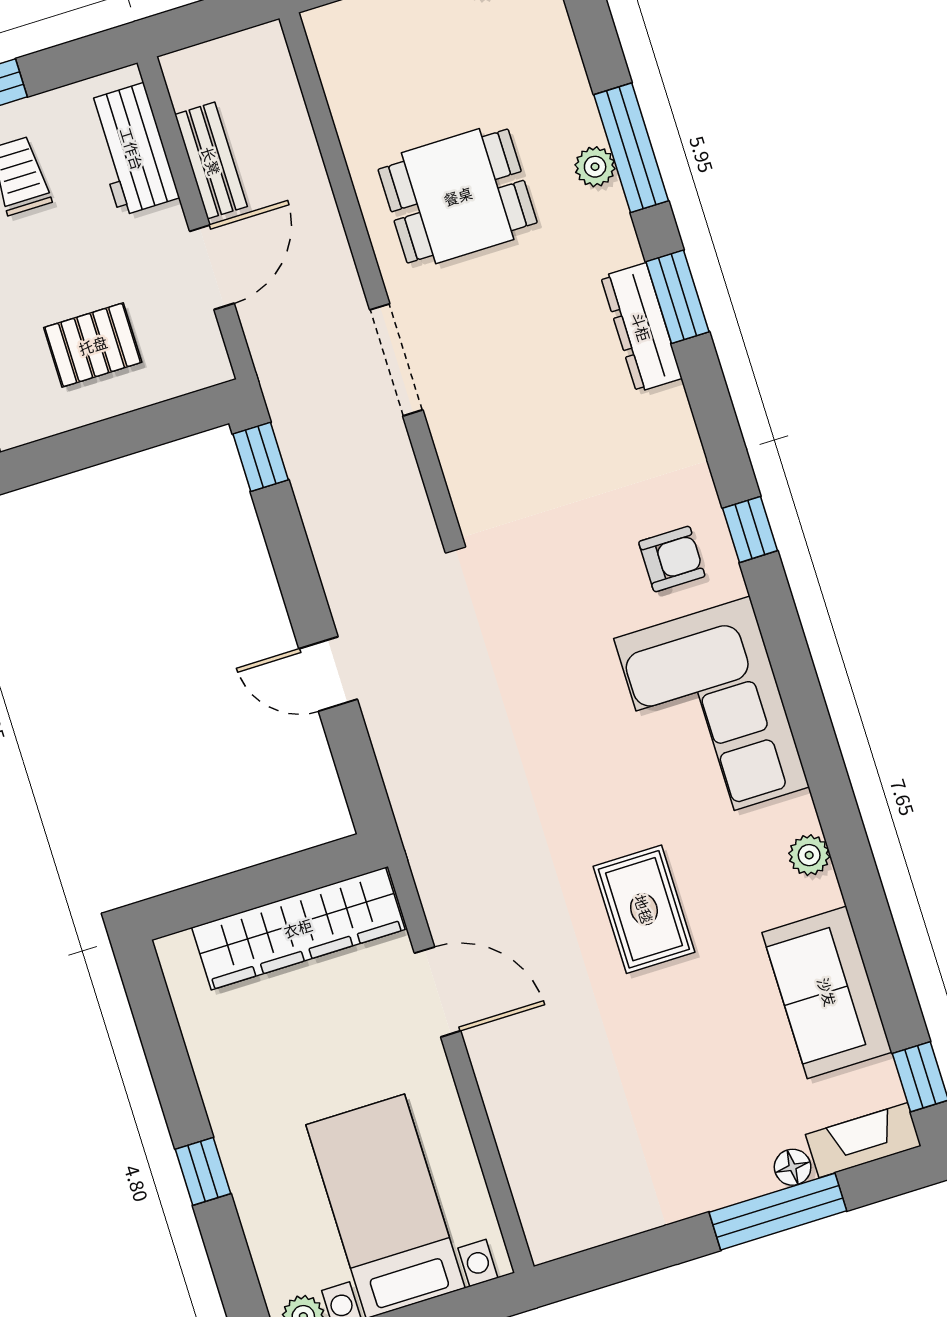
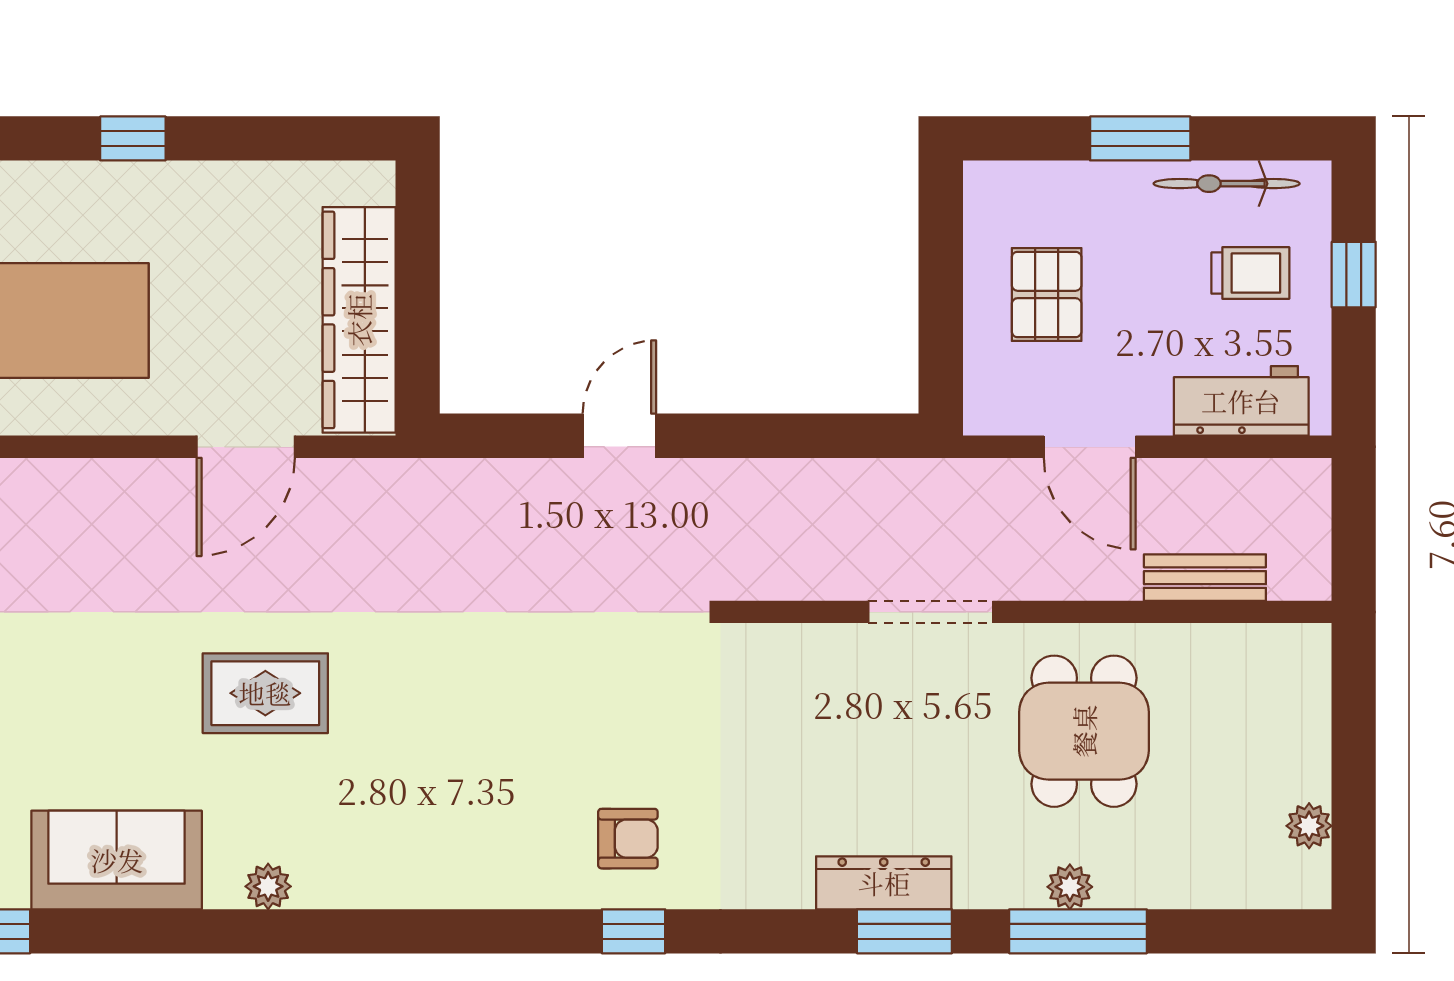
bench: (211, 161) -> (1205, 578), moved
window: (261, 457) -> (872, 436), removed
armchair: (672, 559) -> (628, 839), turned -90
corner sofa: (712, 713) -> (451, 830), removed

